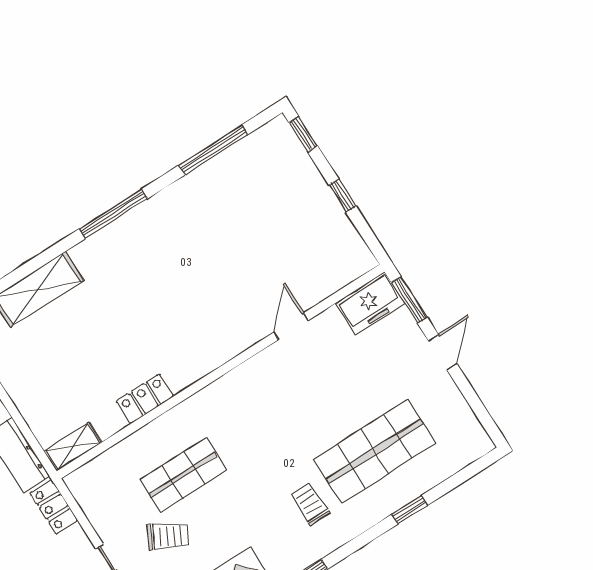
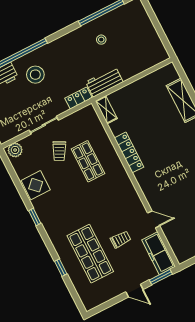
freezer: (370, 303) -> (159, 253), width x1.40
locker: (145, 399) -> (129, 152), width x1.53
trolley: (310, 504) -> (121, 239), moved

